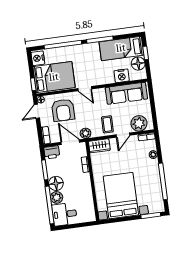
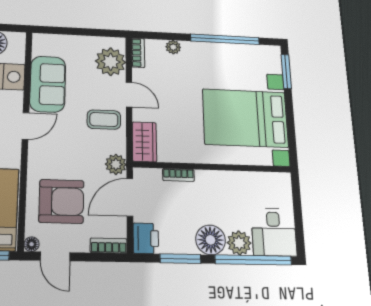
door: (85, 89) -> (26, 126), moved
sofa: (126, 93) -> (48, 84), width x0.73

